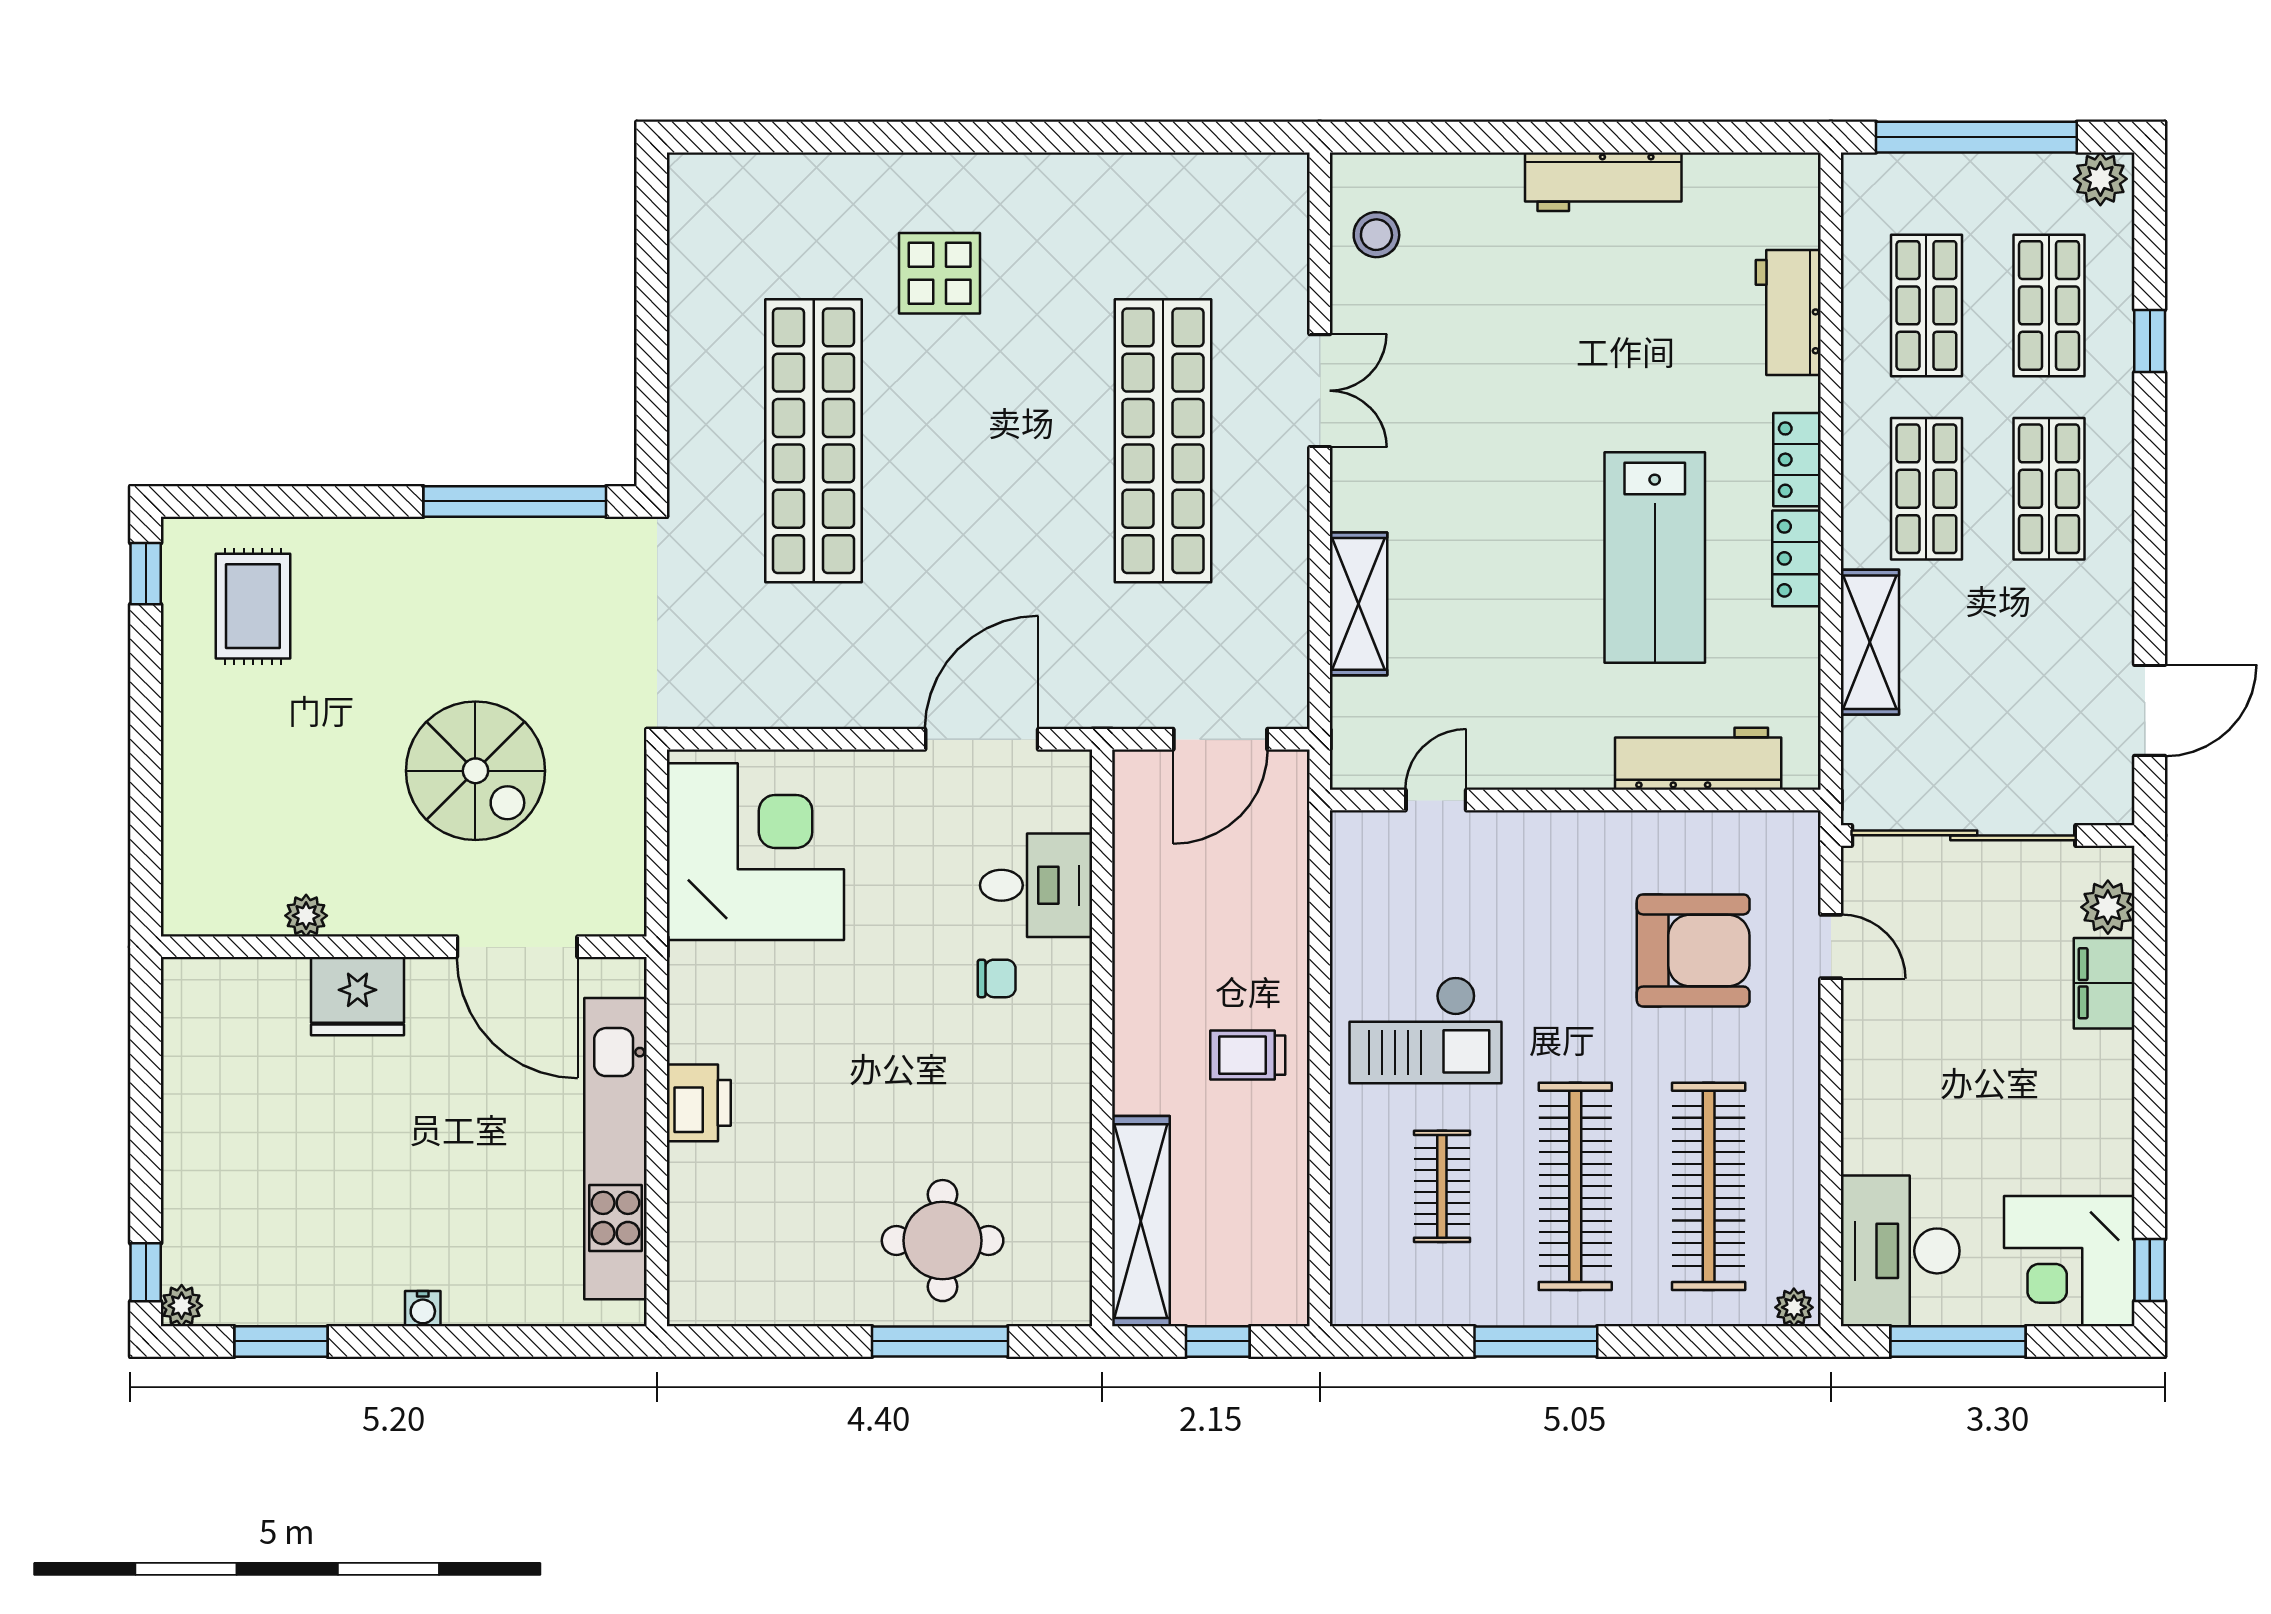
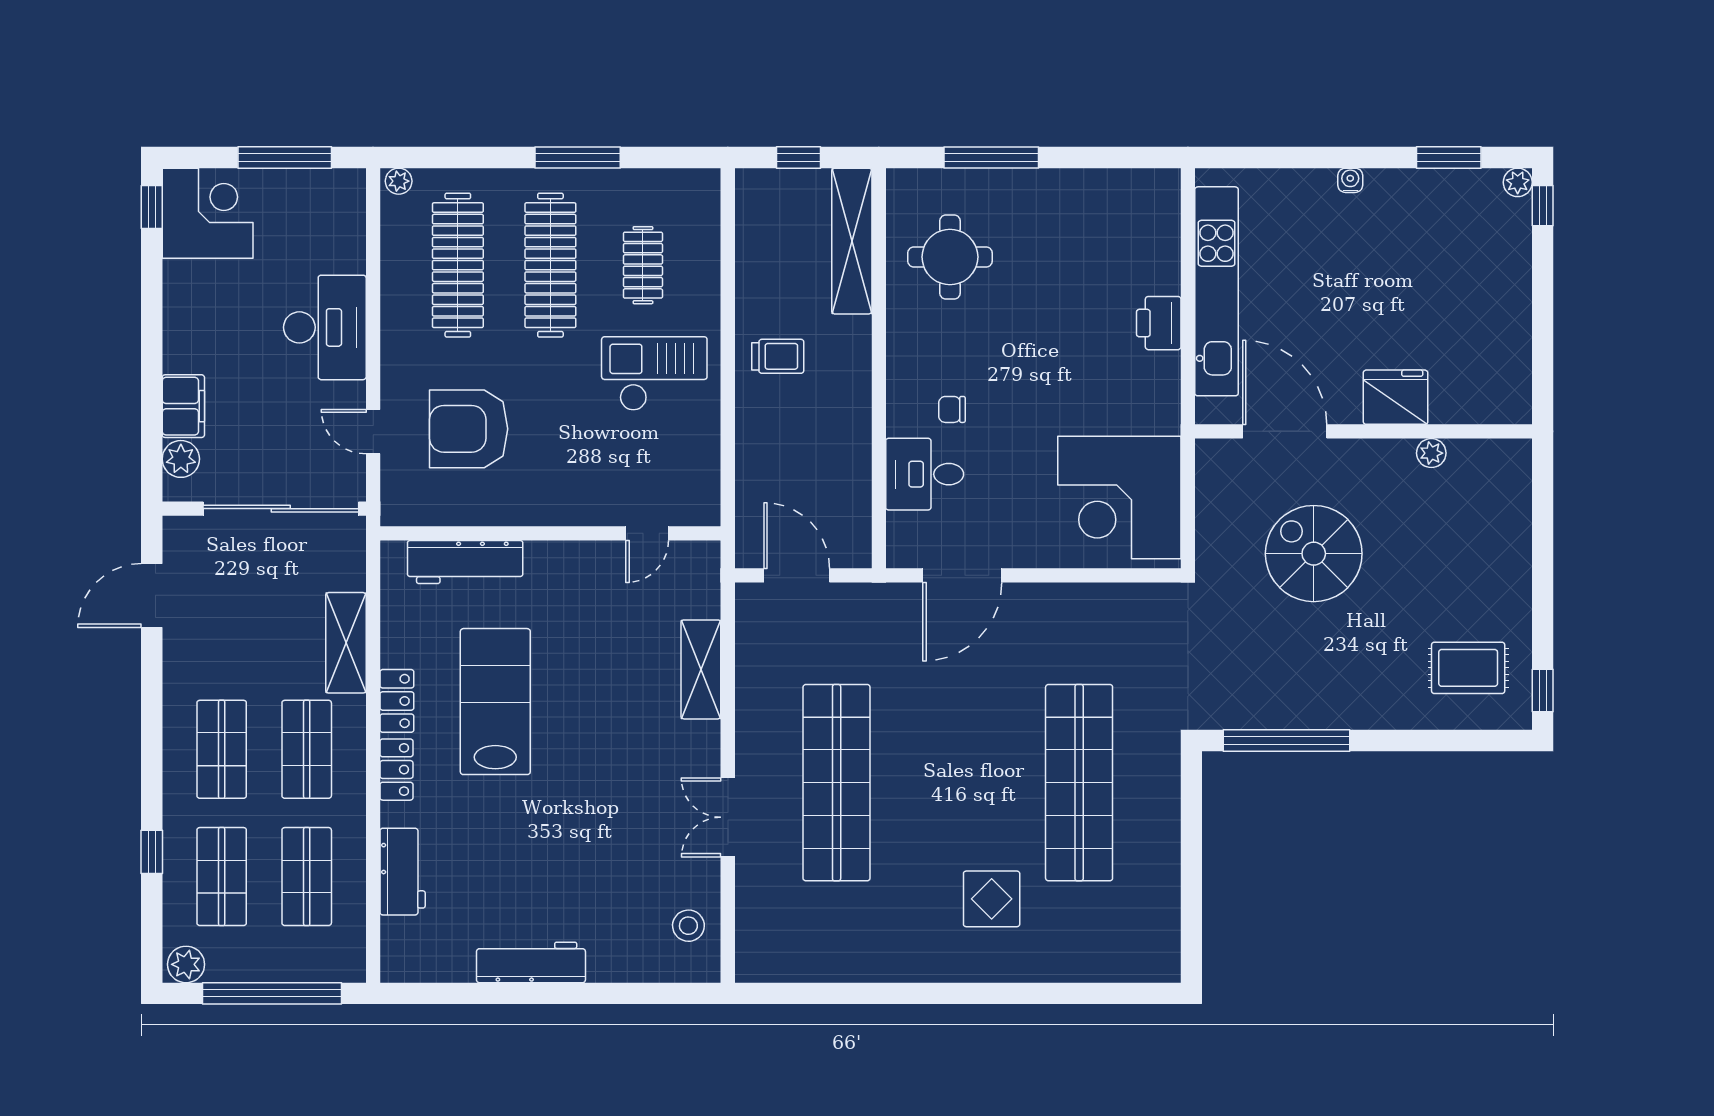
rug: (253, 606) -> (1468, 668), turned 90
door: (1220, 739) -> (797, 575), hinge flipped
round table: (943, 1241) -> (950, 257), moved
desk: (1900, 1251) -> (325, 327), moved

